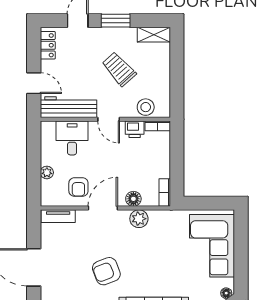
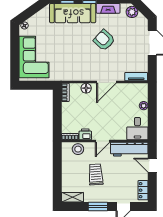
trolley: (119, 69) -> (96, 174), turned -142
door: (109, 119) -> (103, 141), swing flipped
desk: (72, 138) -> (137, 129), moved
armchair: (78, 187) -> (123, 96), removed
plant: (139, 219) -> (82, 75), removed
armchair: (106, 271) -> (104, 40), turned -116

